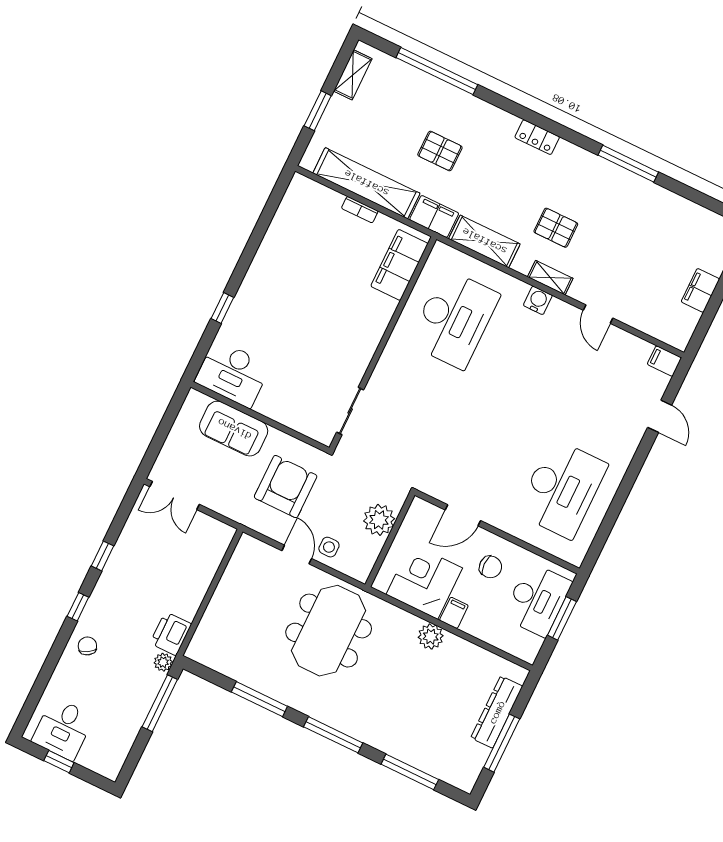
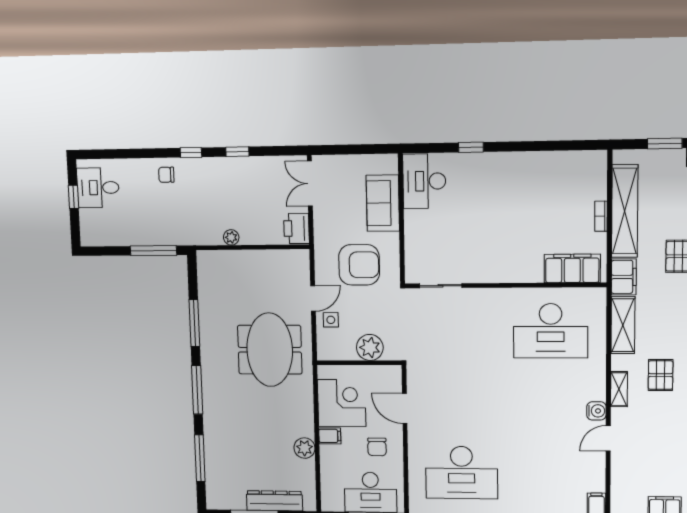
water cooler: (538, 300) -> (596, 411), moved
meeting table: (329, 631) -> (270, 350), turned 90
printer: (171, 634) -> (297, 228), moved, turned -90
plant: (431, 637) -> (305, 448), moved
chair: (87, 646) -> (166, 175), turned -149
plant: (163, 662) -> (231, 237), moved

